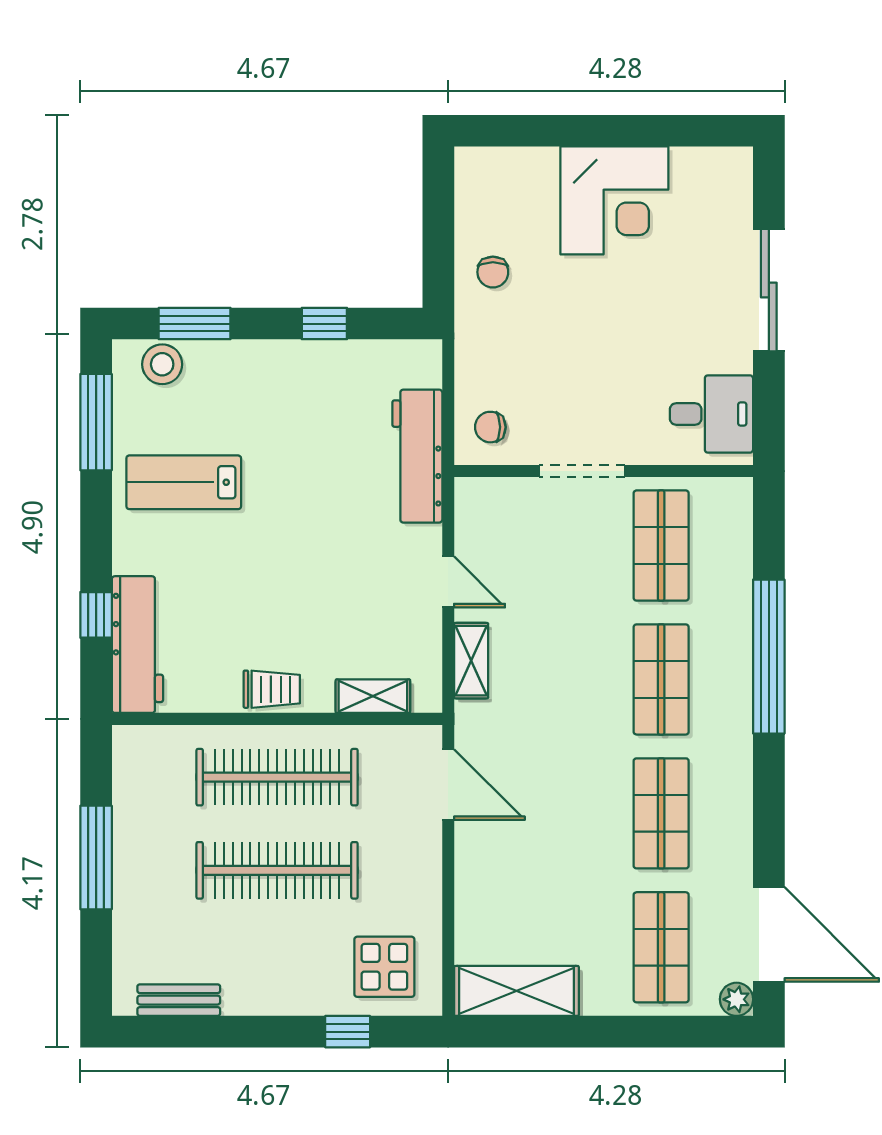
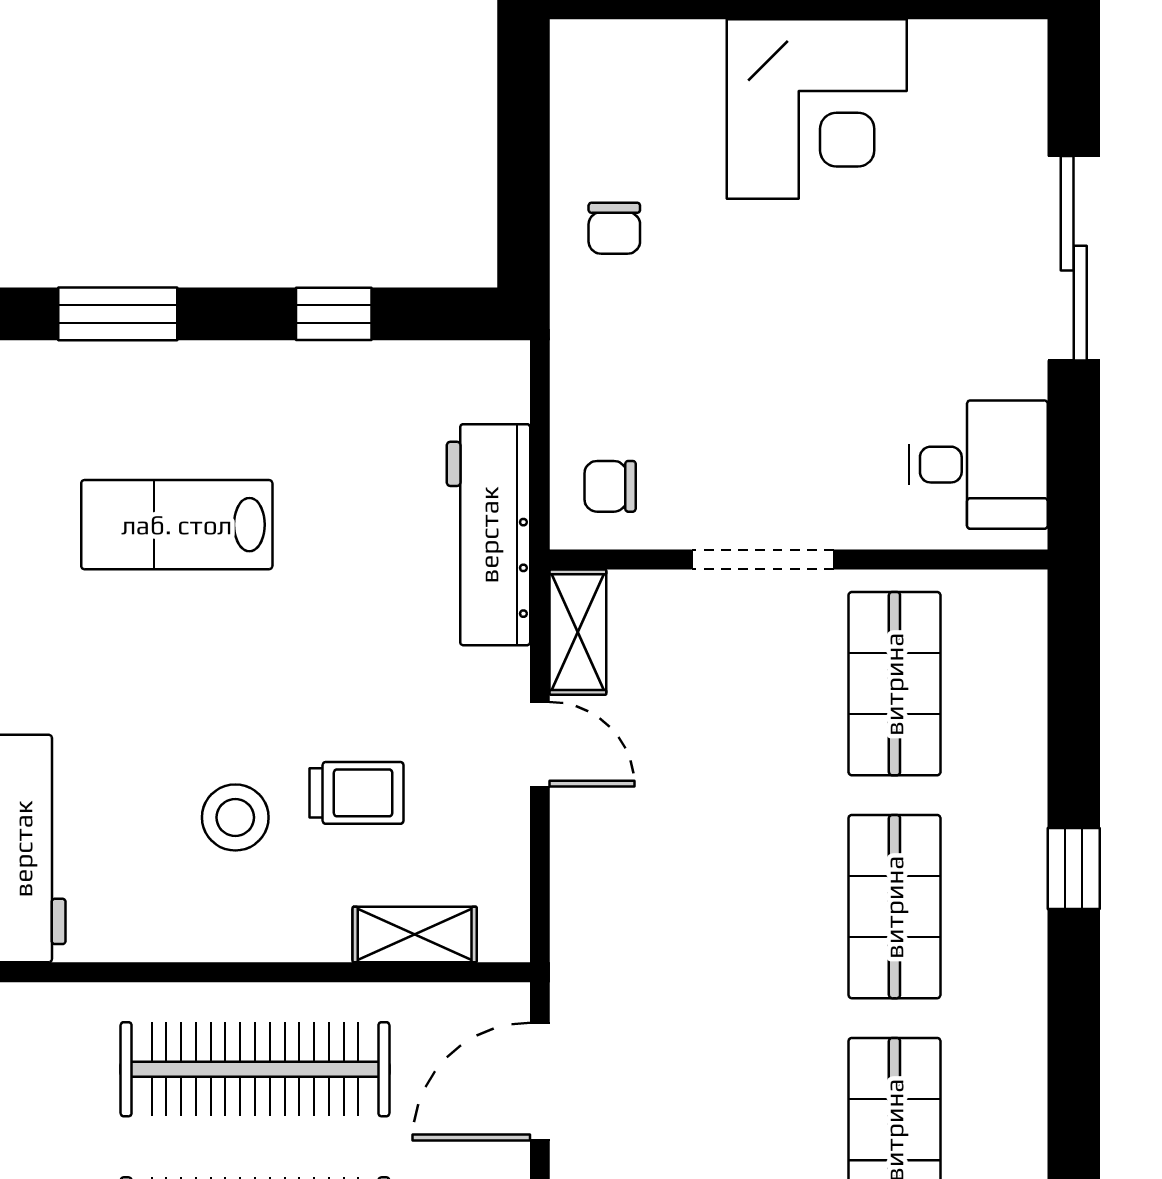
stool: (162, 364) -> (235, 817), moved
lab bench: (184, 482) -> (177, 525), moved
window: (769, 657) -> (1074, 869), width x0.32
shelving: (471, 661) -> (578, 632), moved
trolley: (272, 689) -> (356, 793), moved
door: (448, 785) -> (540, 1082), swing flipped

